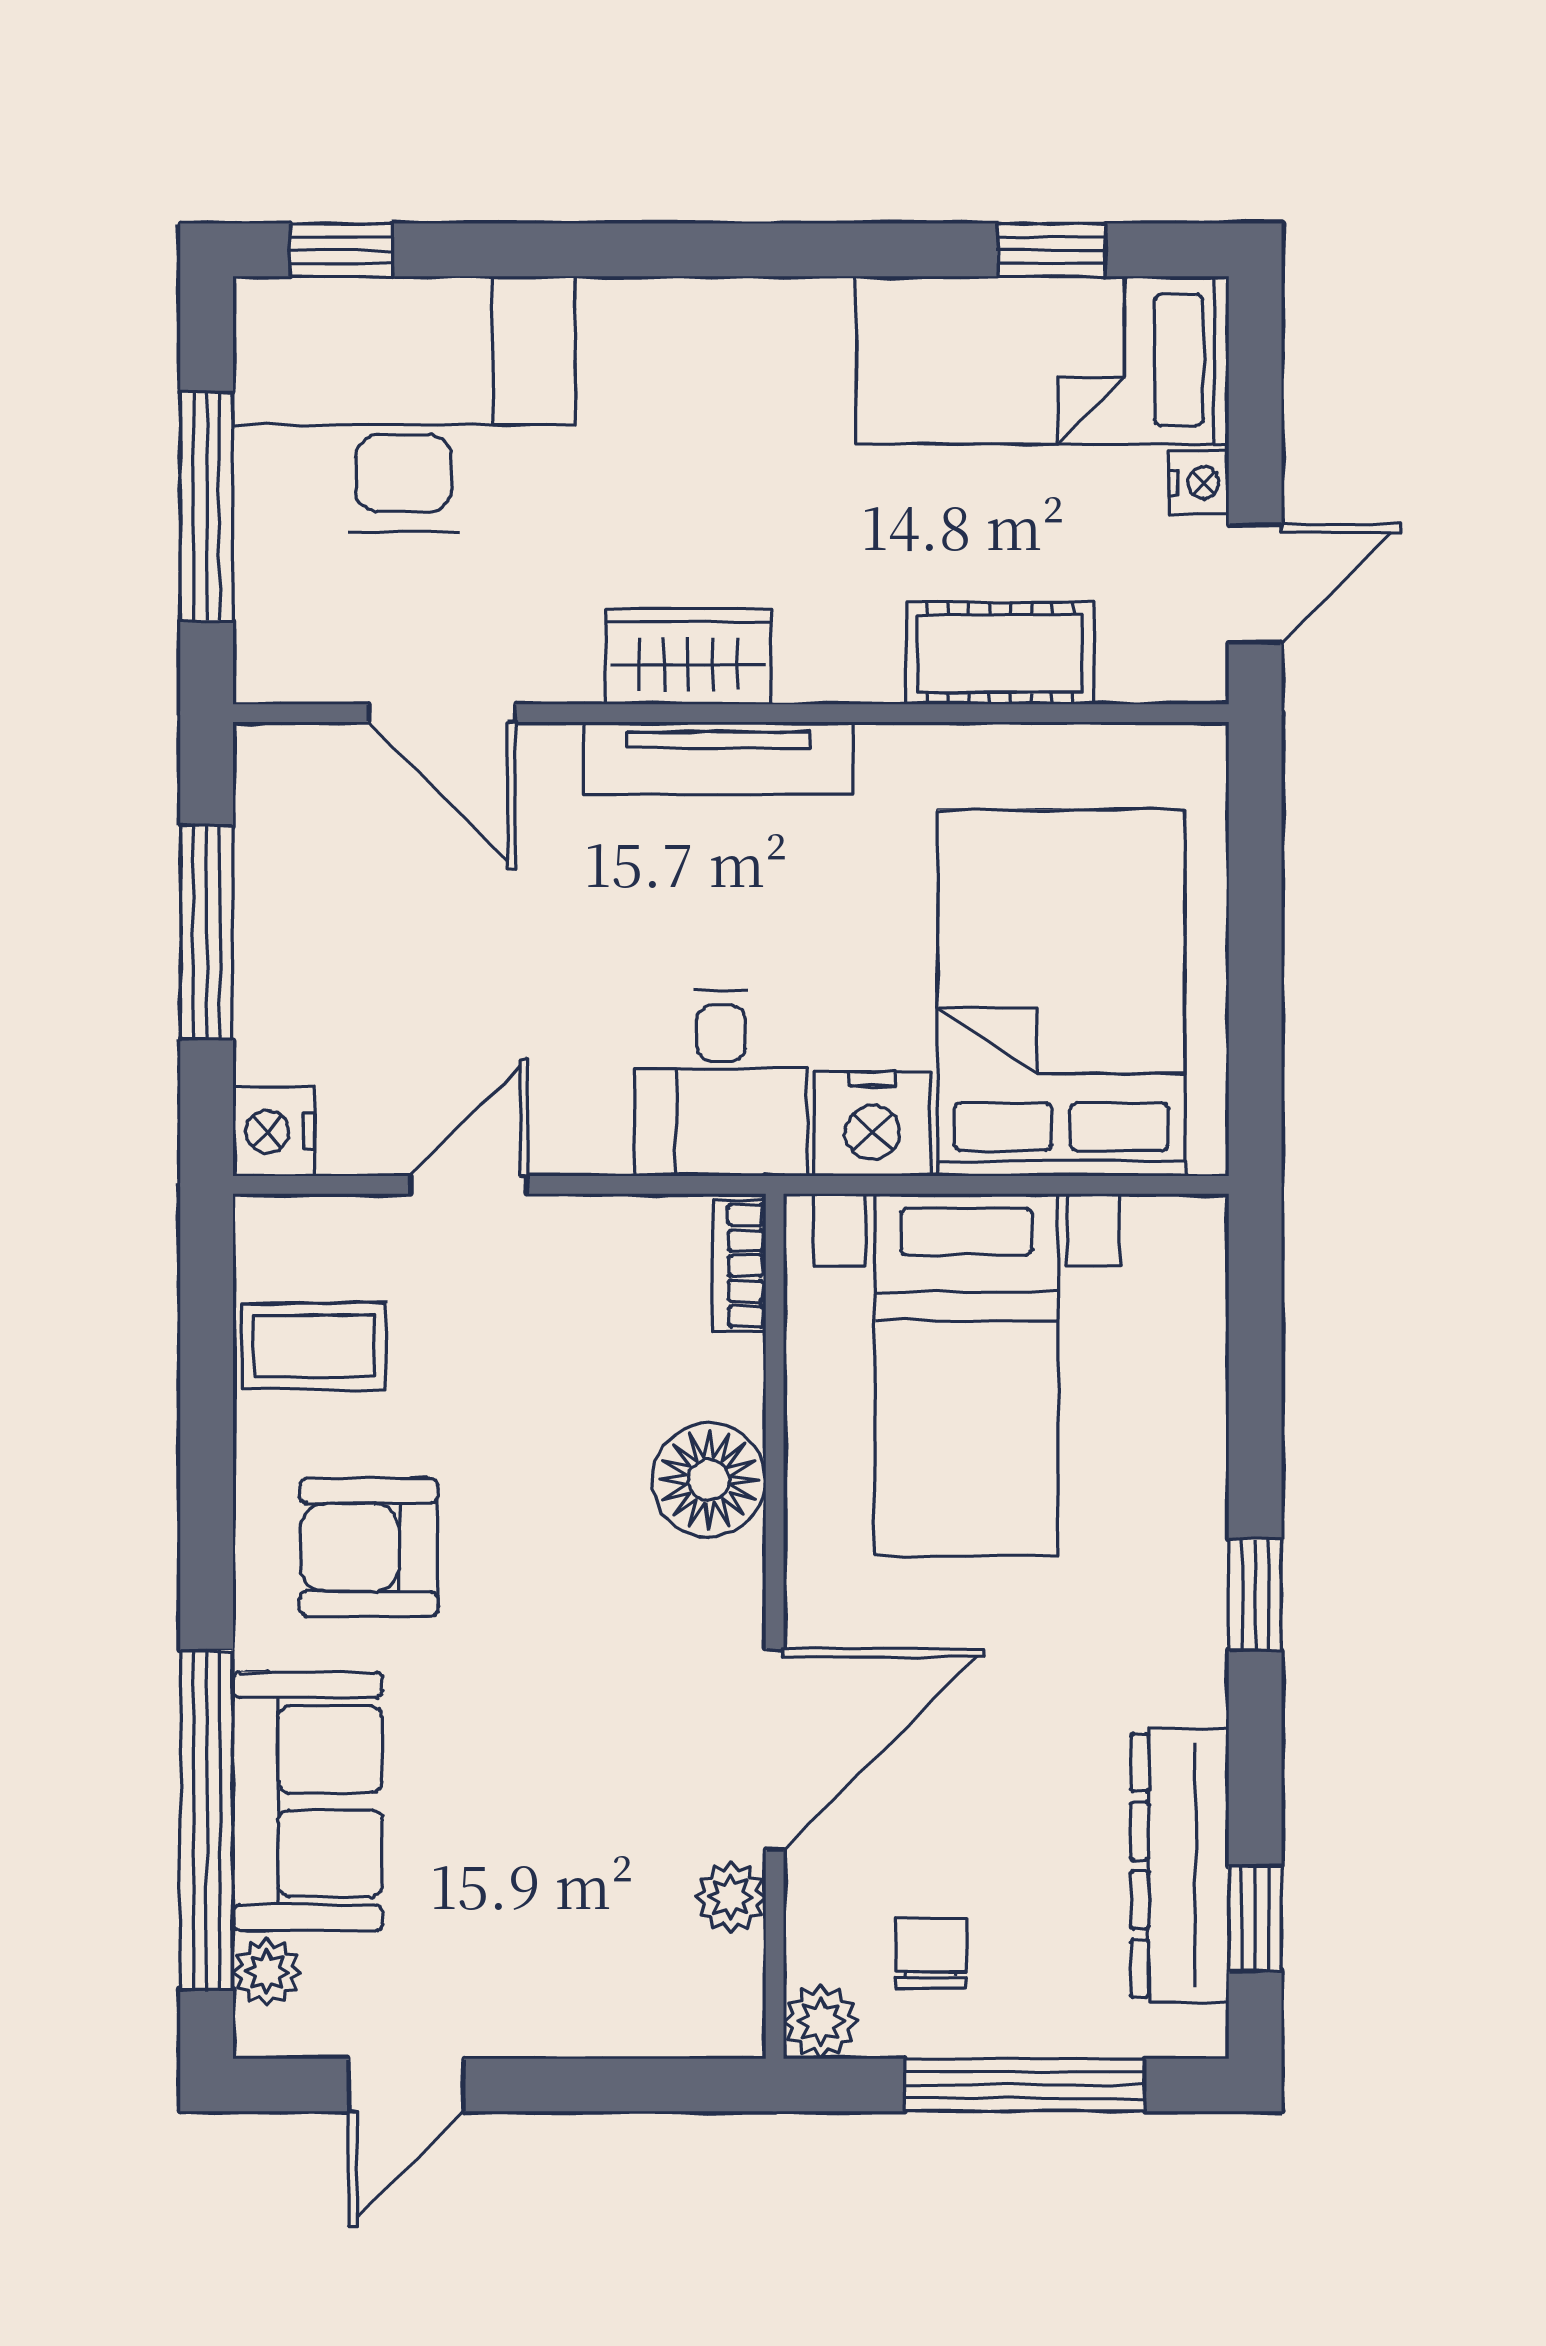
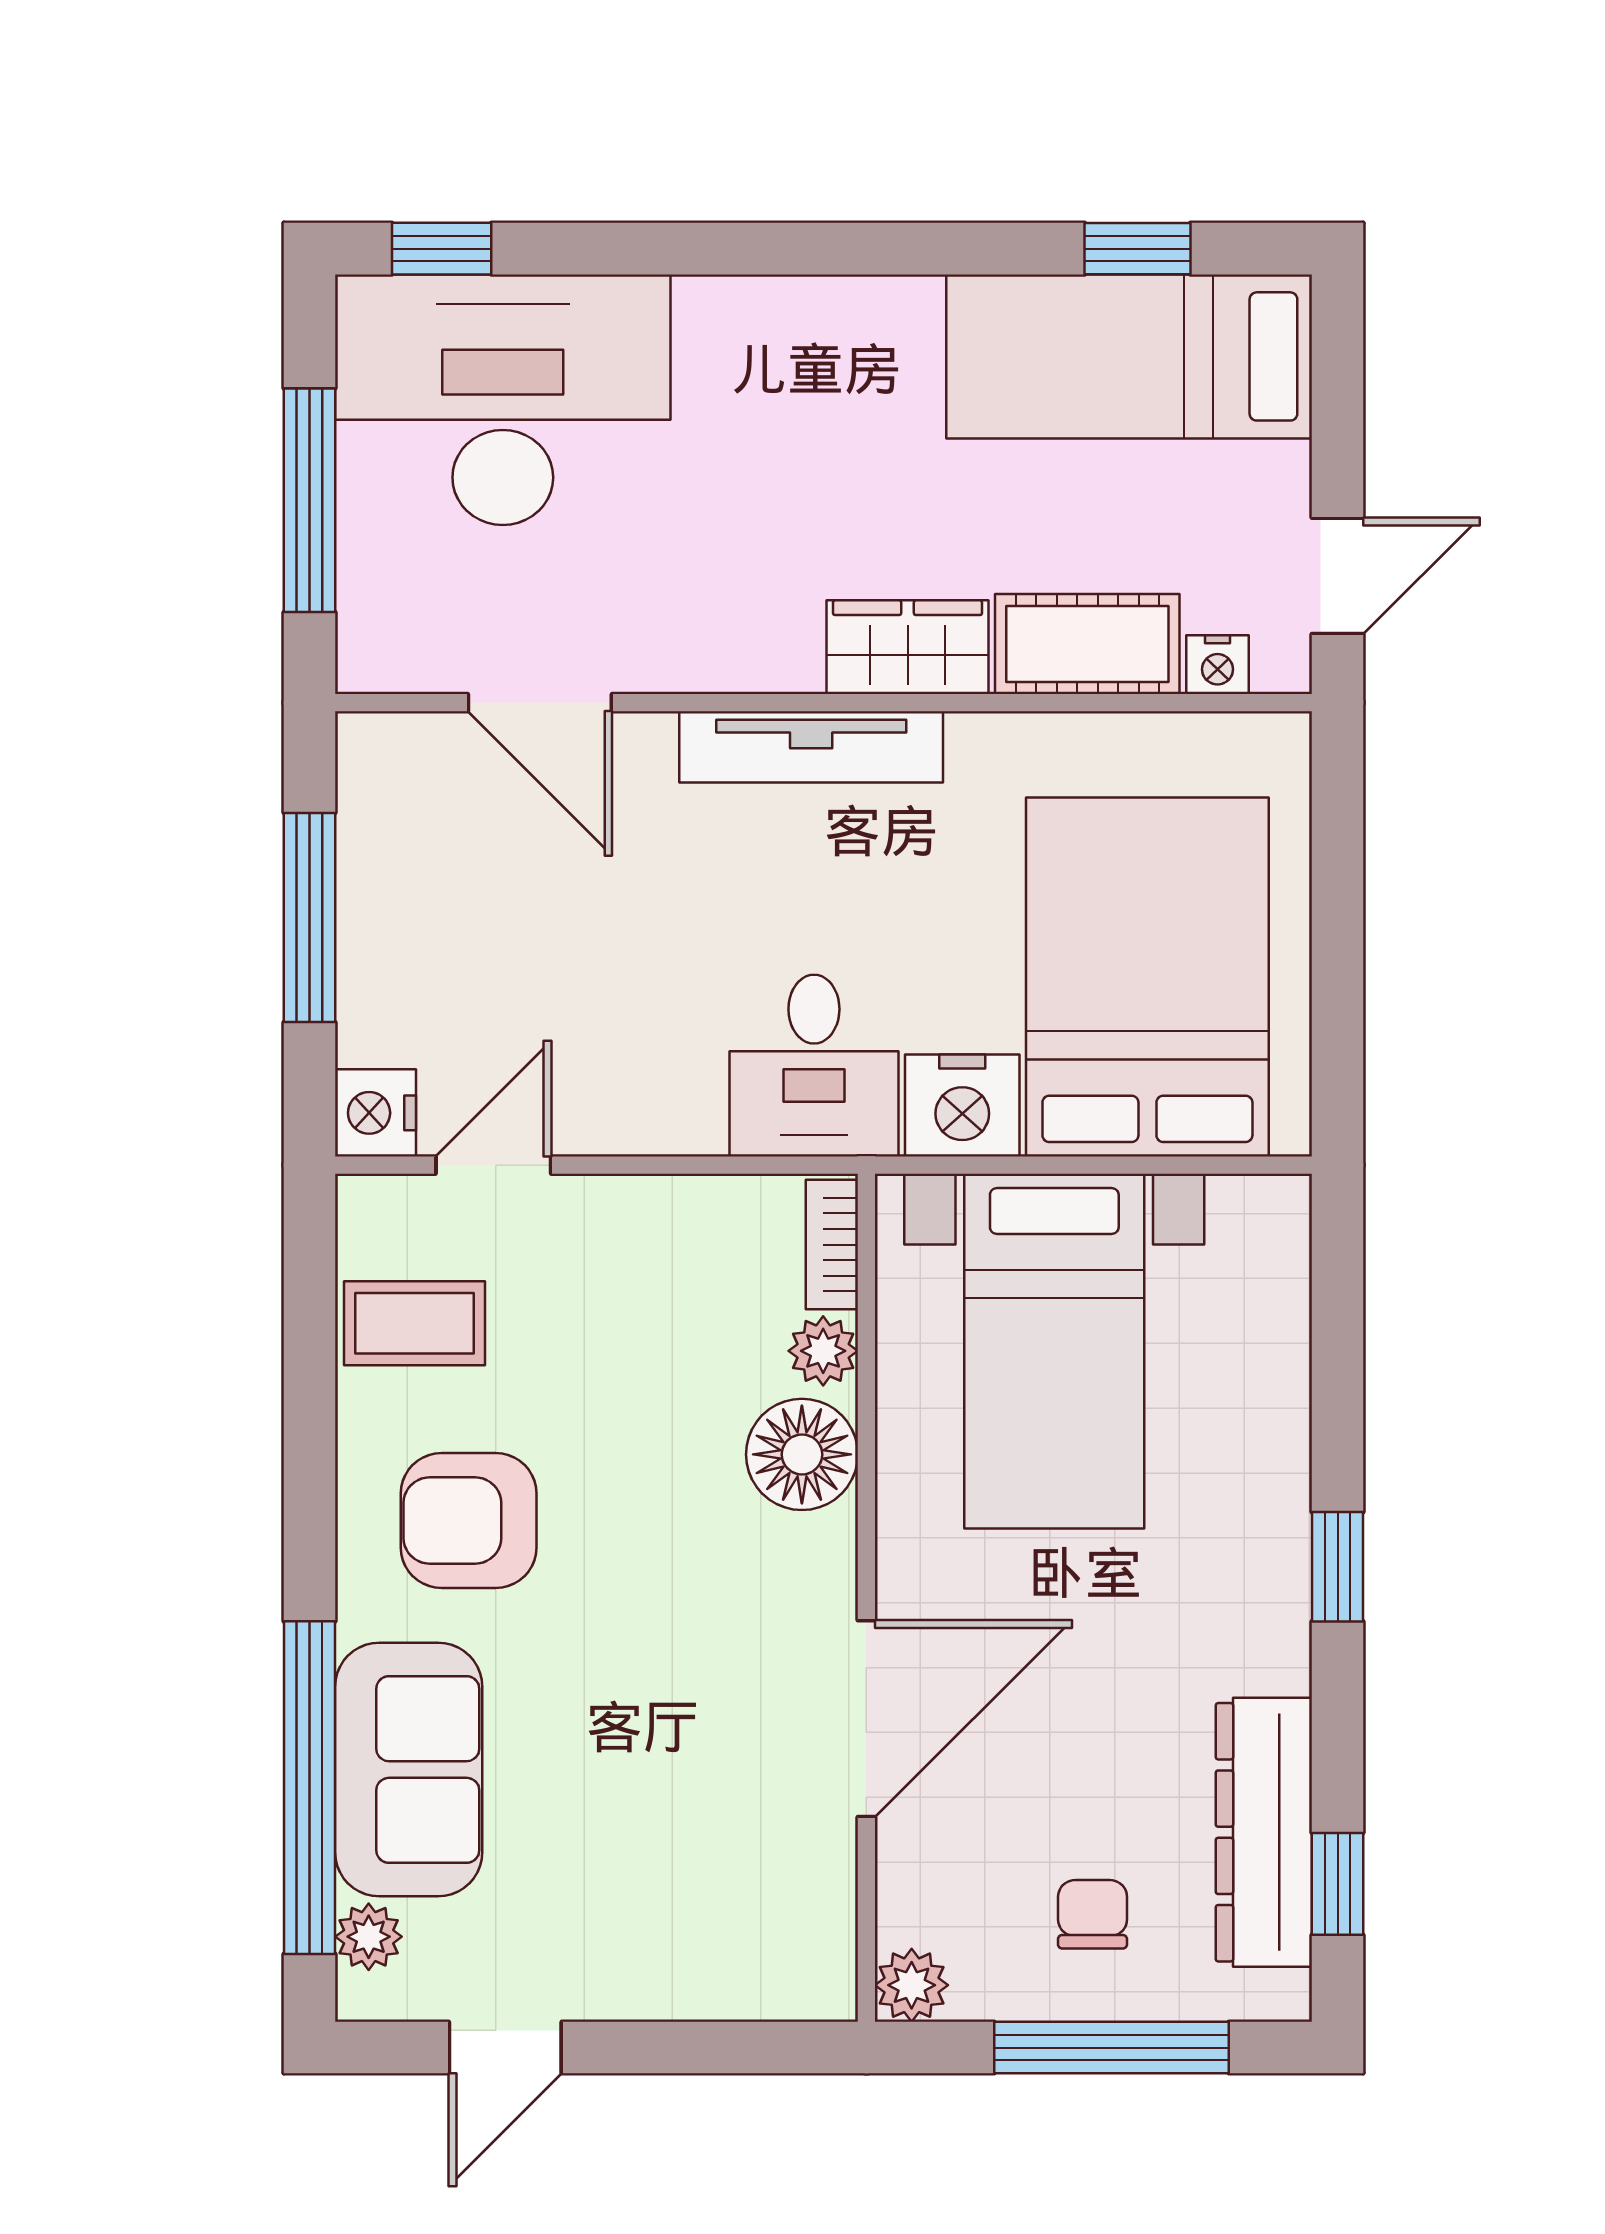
nightstand: (1199, 483) -> (1218, 665), moved, turned 90
wardrobe: (689, 657) -> (908, 647), moved
door: (469, 1185) -> (493, 1165), moved
plant: (730, 1897) -> (823, 1351), moved
chair: (931, 1954) -> (1093, 1914), moved

